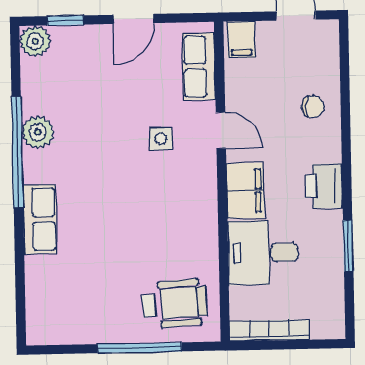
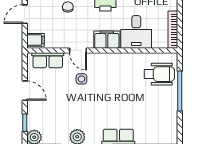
door: (221, 130) -> (78, 50), swing flipped
wheelchair: (174, 304) -> (159, 74), turned 94

